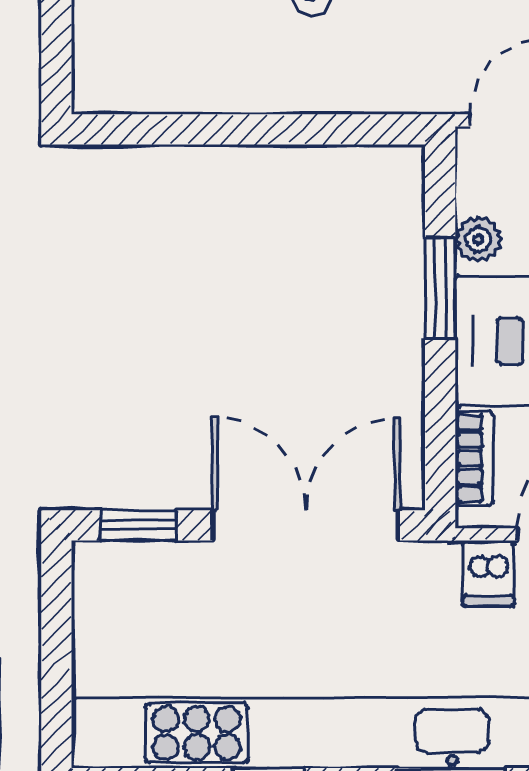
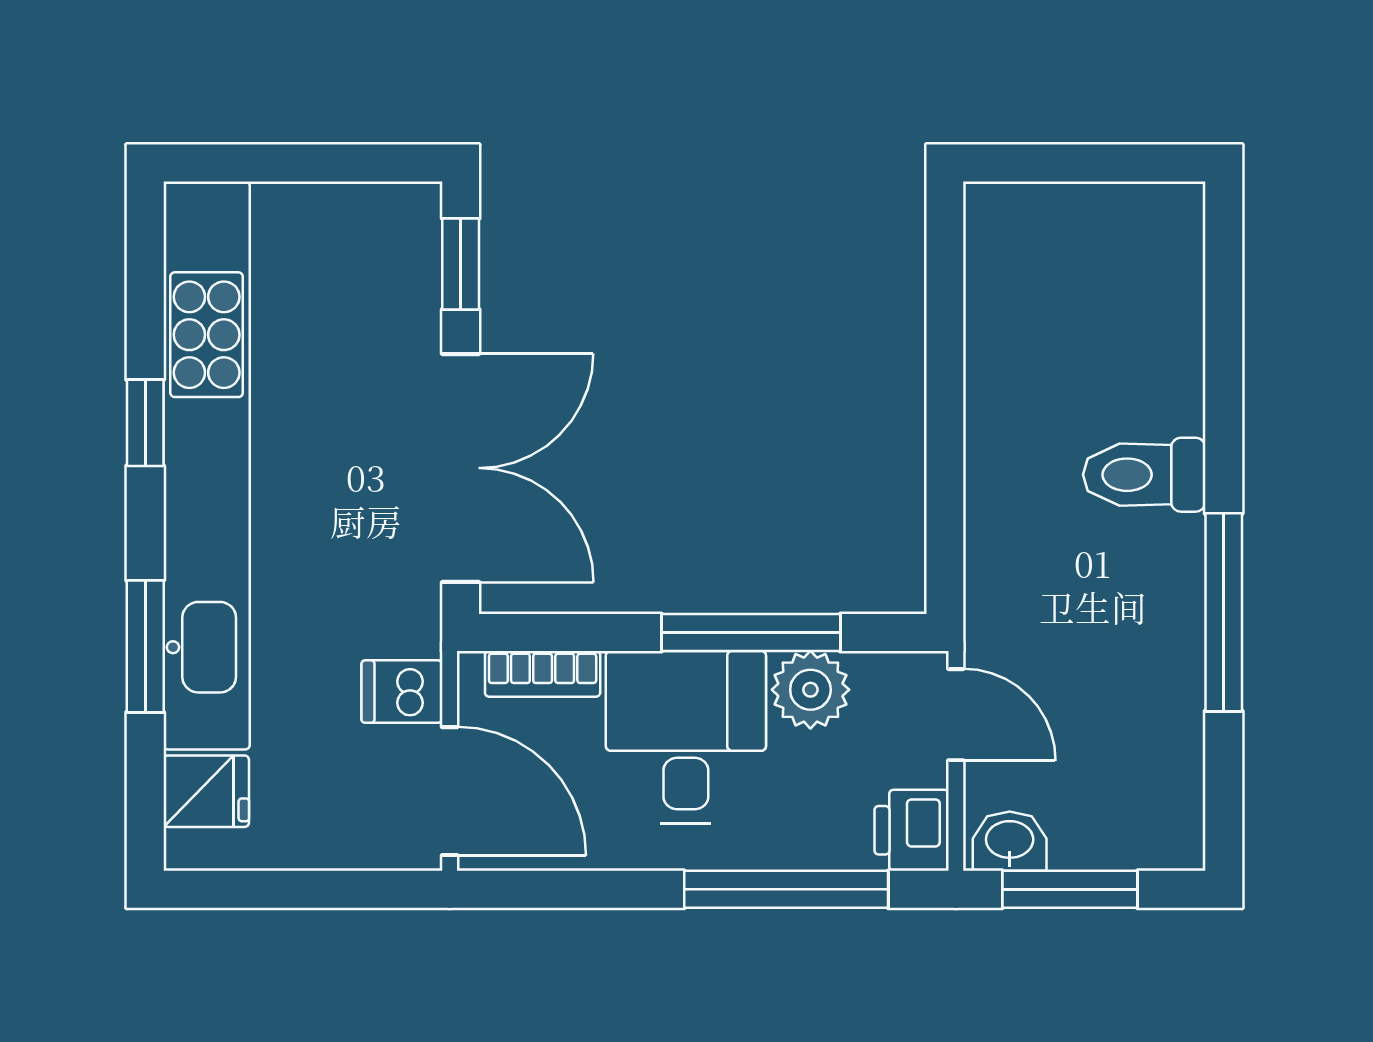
plant: (478, 239) -> (810, 690), width x1.38, depth x1.38
window: (440, 288) -> (751, 633), width x1.44

